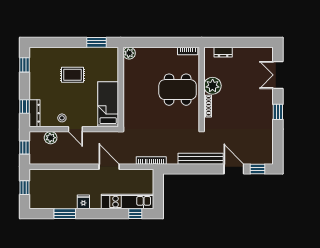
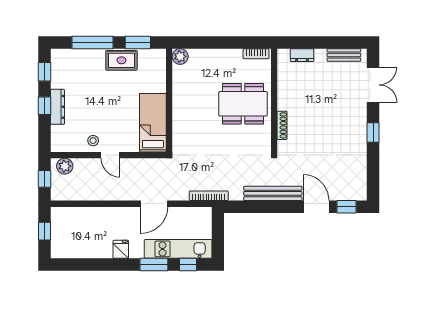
window: (61, 42) -> (92, 42), added
bench: (255, 52) -> (344, 55), added
rug: (73, 75) -> (121, 60), moved
double door: (278, 75) -> (373, 85), swing flipped
plant: (213, 86) -> (288, 99), removed
window: (24, 107) -> (44, 106), moved
dresser: (34, 113) -> (57, 107), moved
plant: (51, 138) -> (65, 166), moved
door: (109, 167) -> (154, 204), swing flipped
window: (65, 214) -> (154, 265), moved

